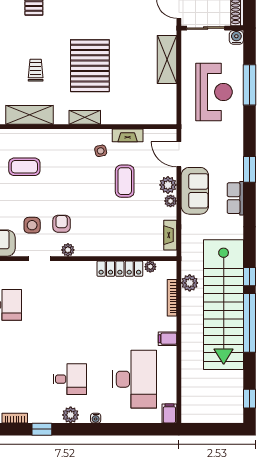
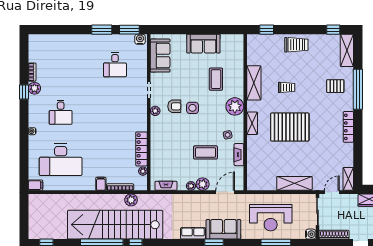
plant: (62, 141) -> (235, 106), added
sofa: (195, 191) -> (223, 229), moved, turned 180
side table: (32, 225) -> (192, 108), moved
filing cabinet: (168, 339) -> (101, 184), moved
plant: (71, 415) -> (34, 88), moved

